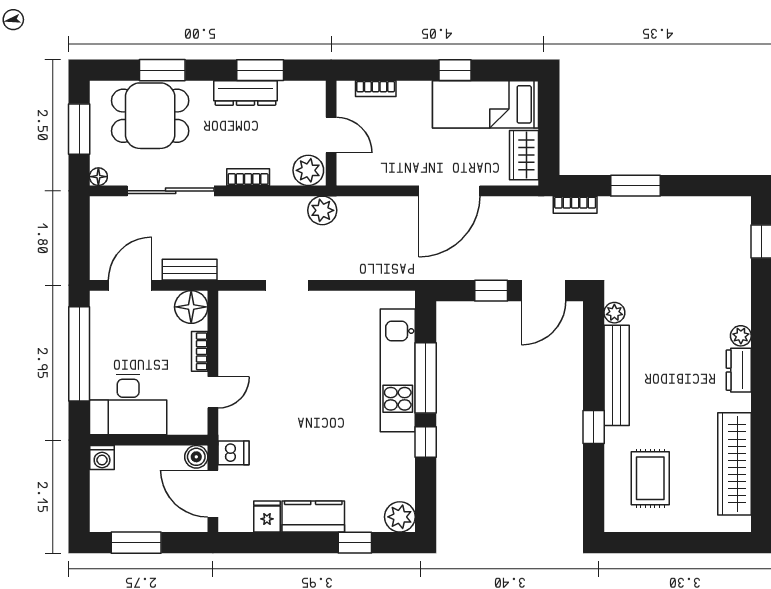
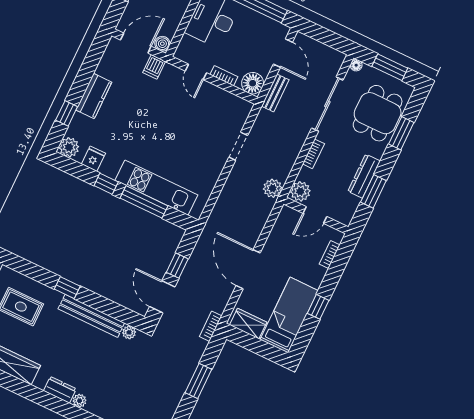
bookcase: (575, 205) -> (211, 326), moved
fridge: (267, 516) -> (93, 159), moved, turned -90

